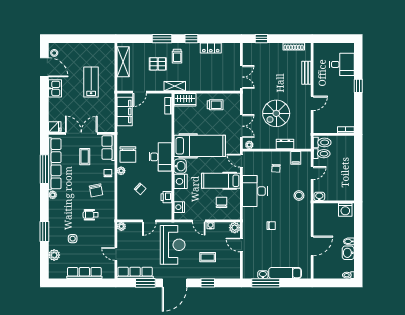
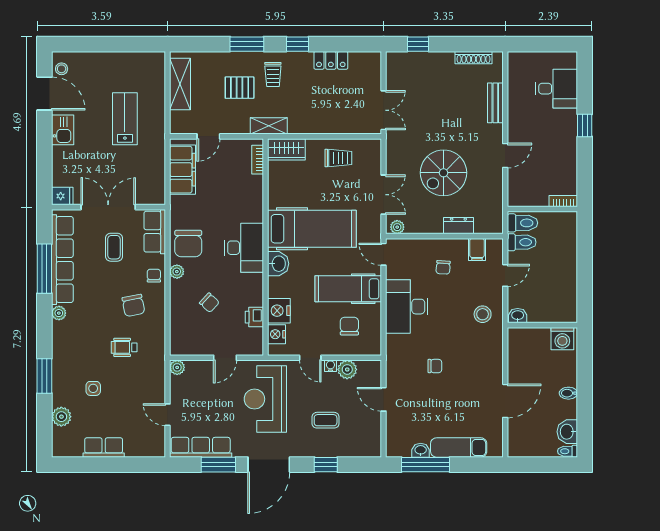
nightstand: (181, 181) -> (279, 311), moved
plant: (235, 228) -> (347, 369), moved
reception desk: (173, 245) -> (265, 399), turned 180
washbasin: (348, 253) -> (567, 432), moved
row of seats: (84, 273) -> (104, 447), width x0.68

